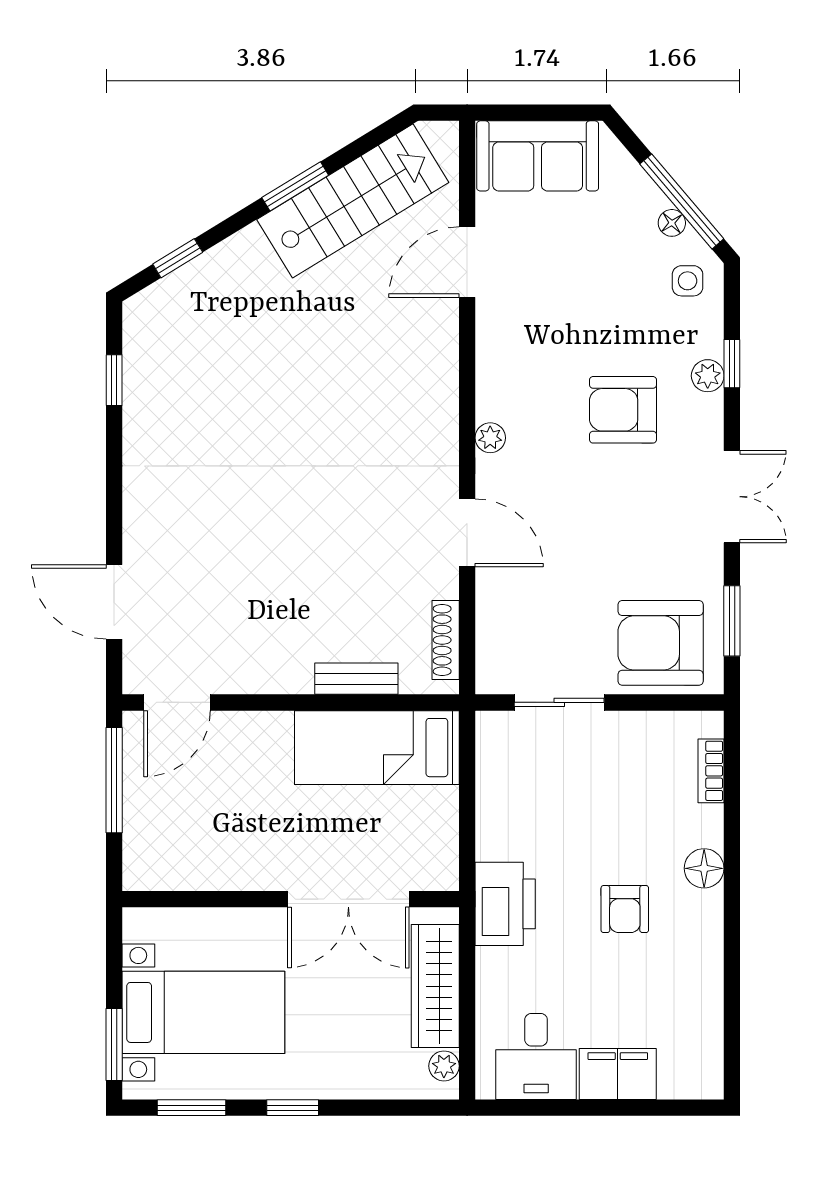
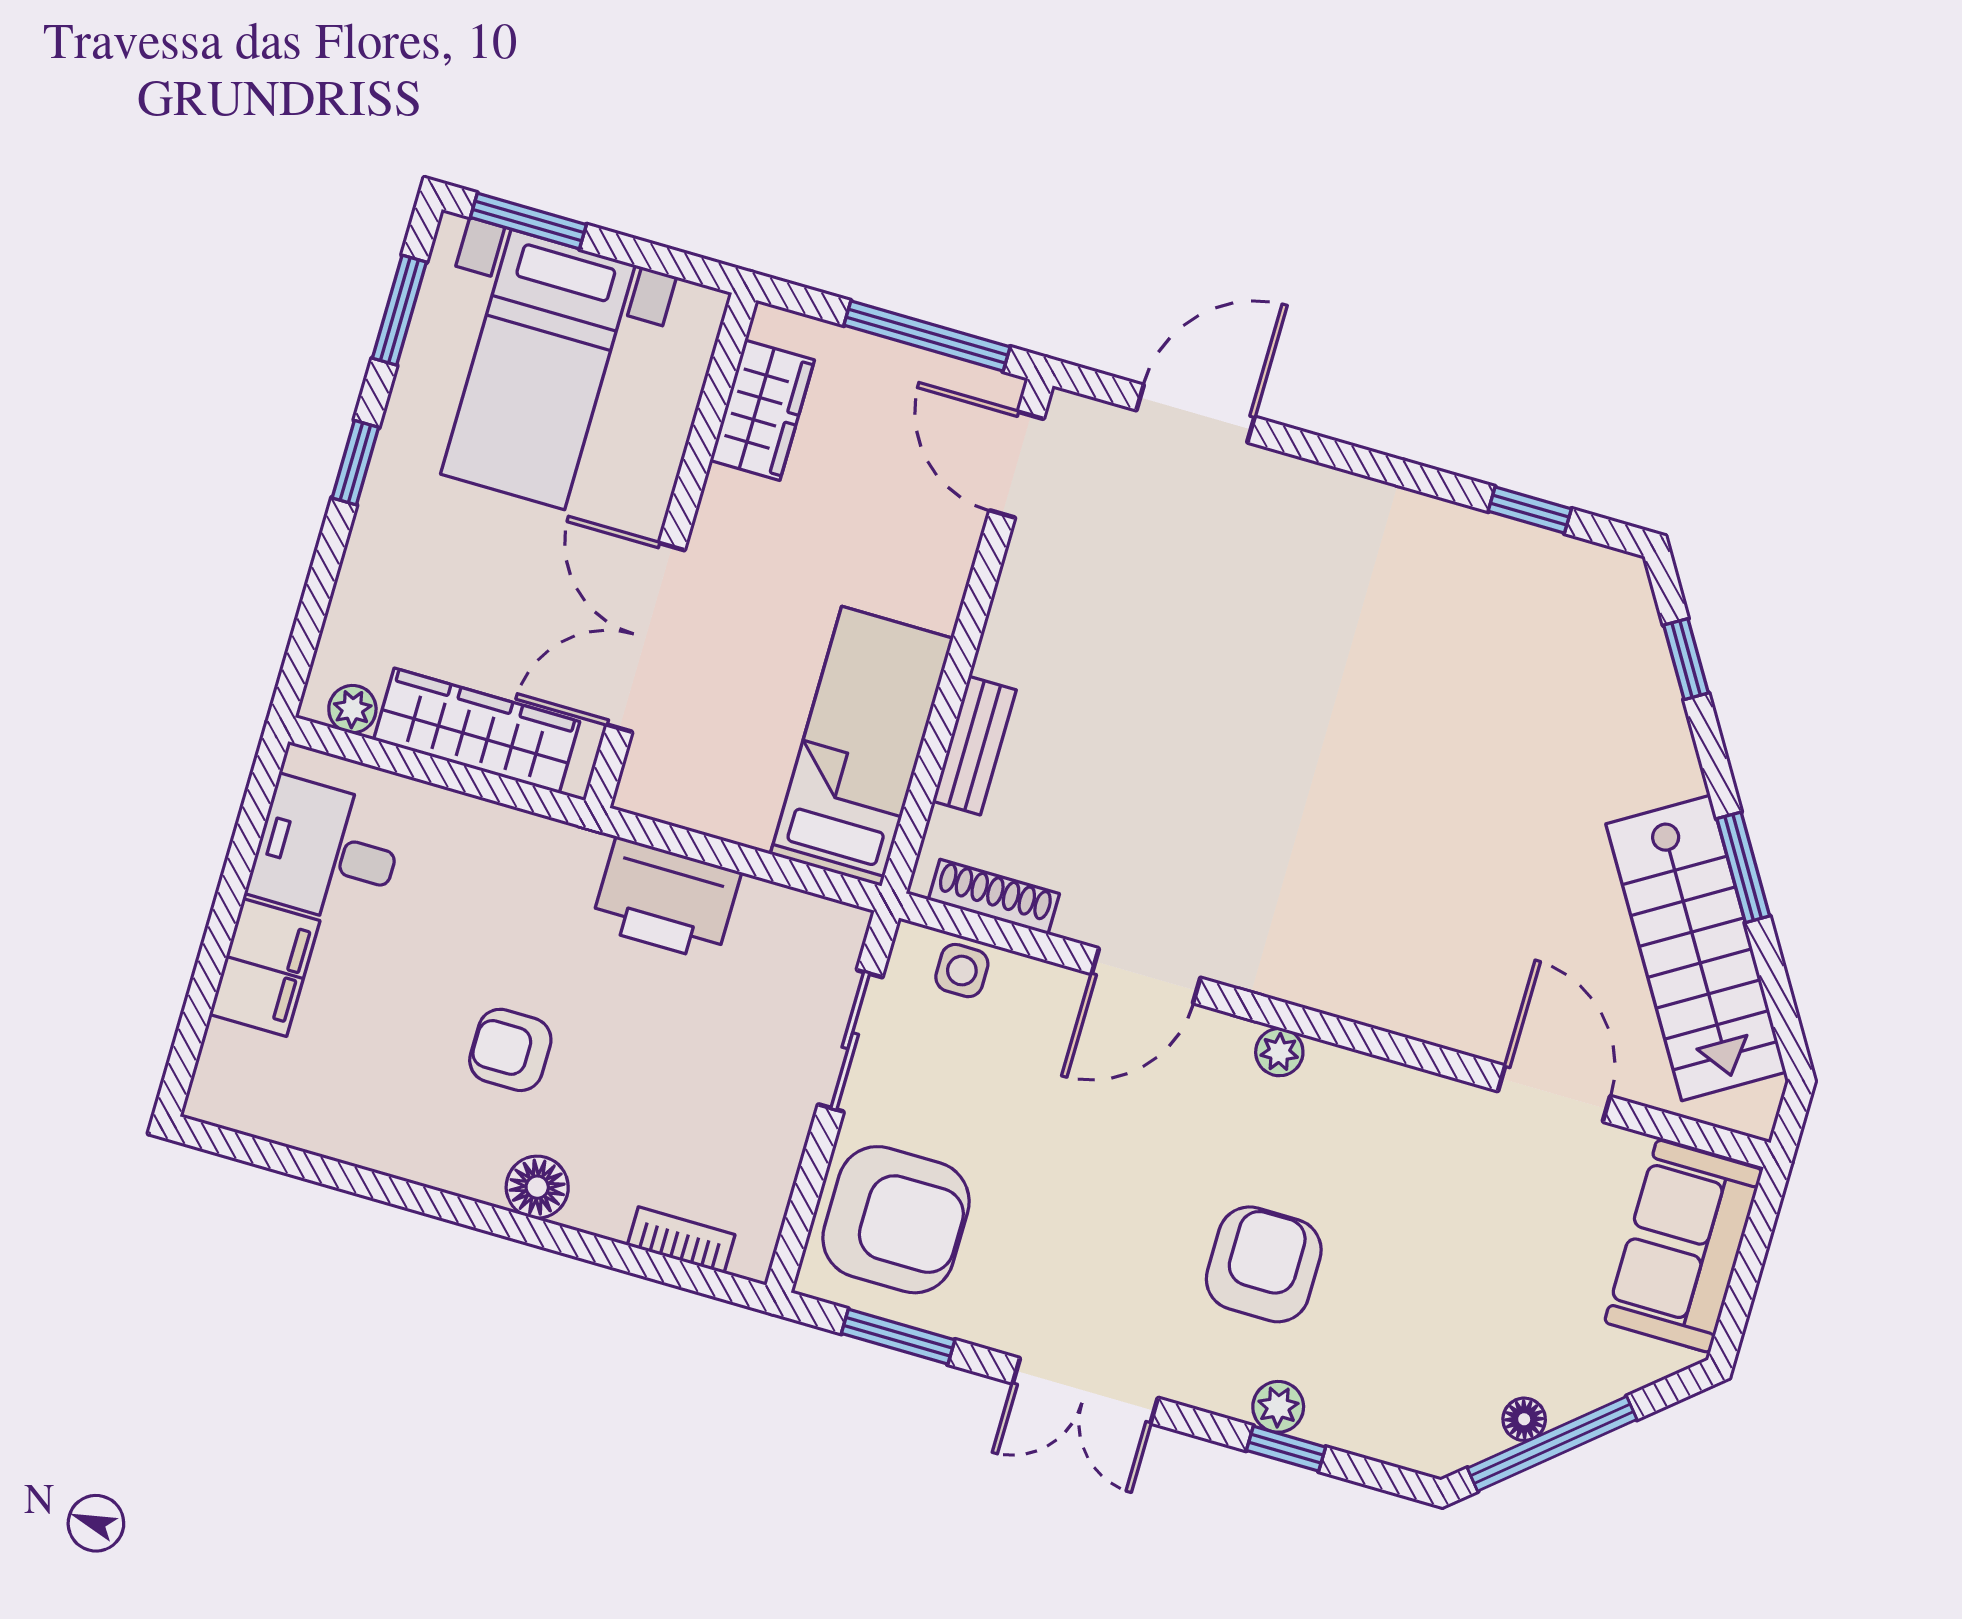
side table: (688, 281) -> (962, 971), moved
armchair: (661, 643) -> (896, 1220), turned 90
wardrobe: (189, 868) -> (762, 410), added
printer: (505, 904) -> (666, 899), moved

